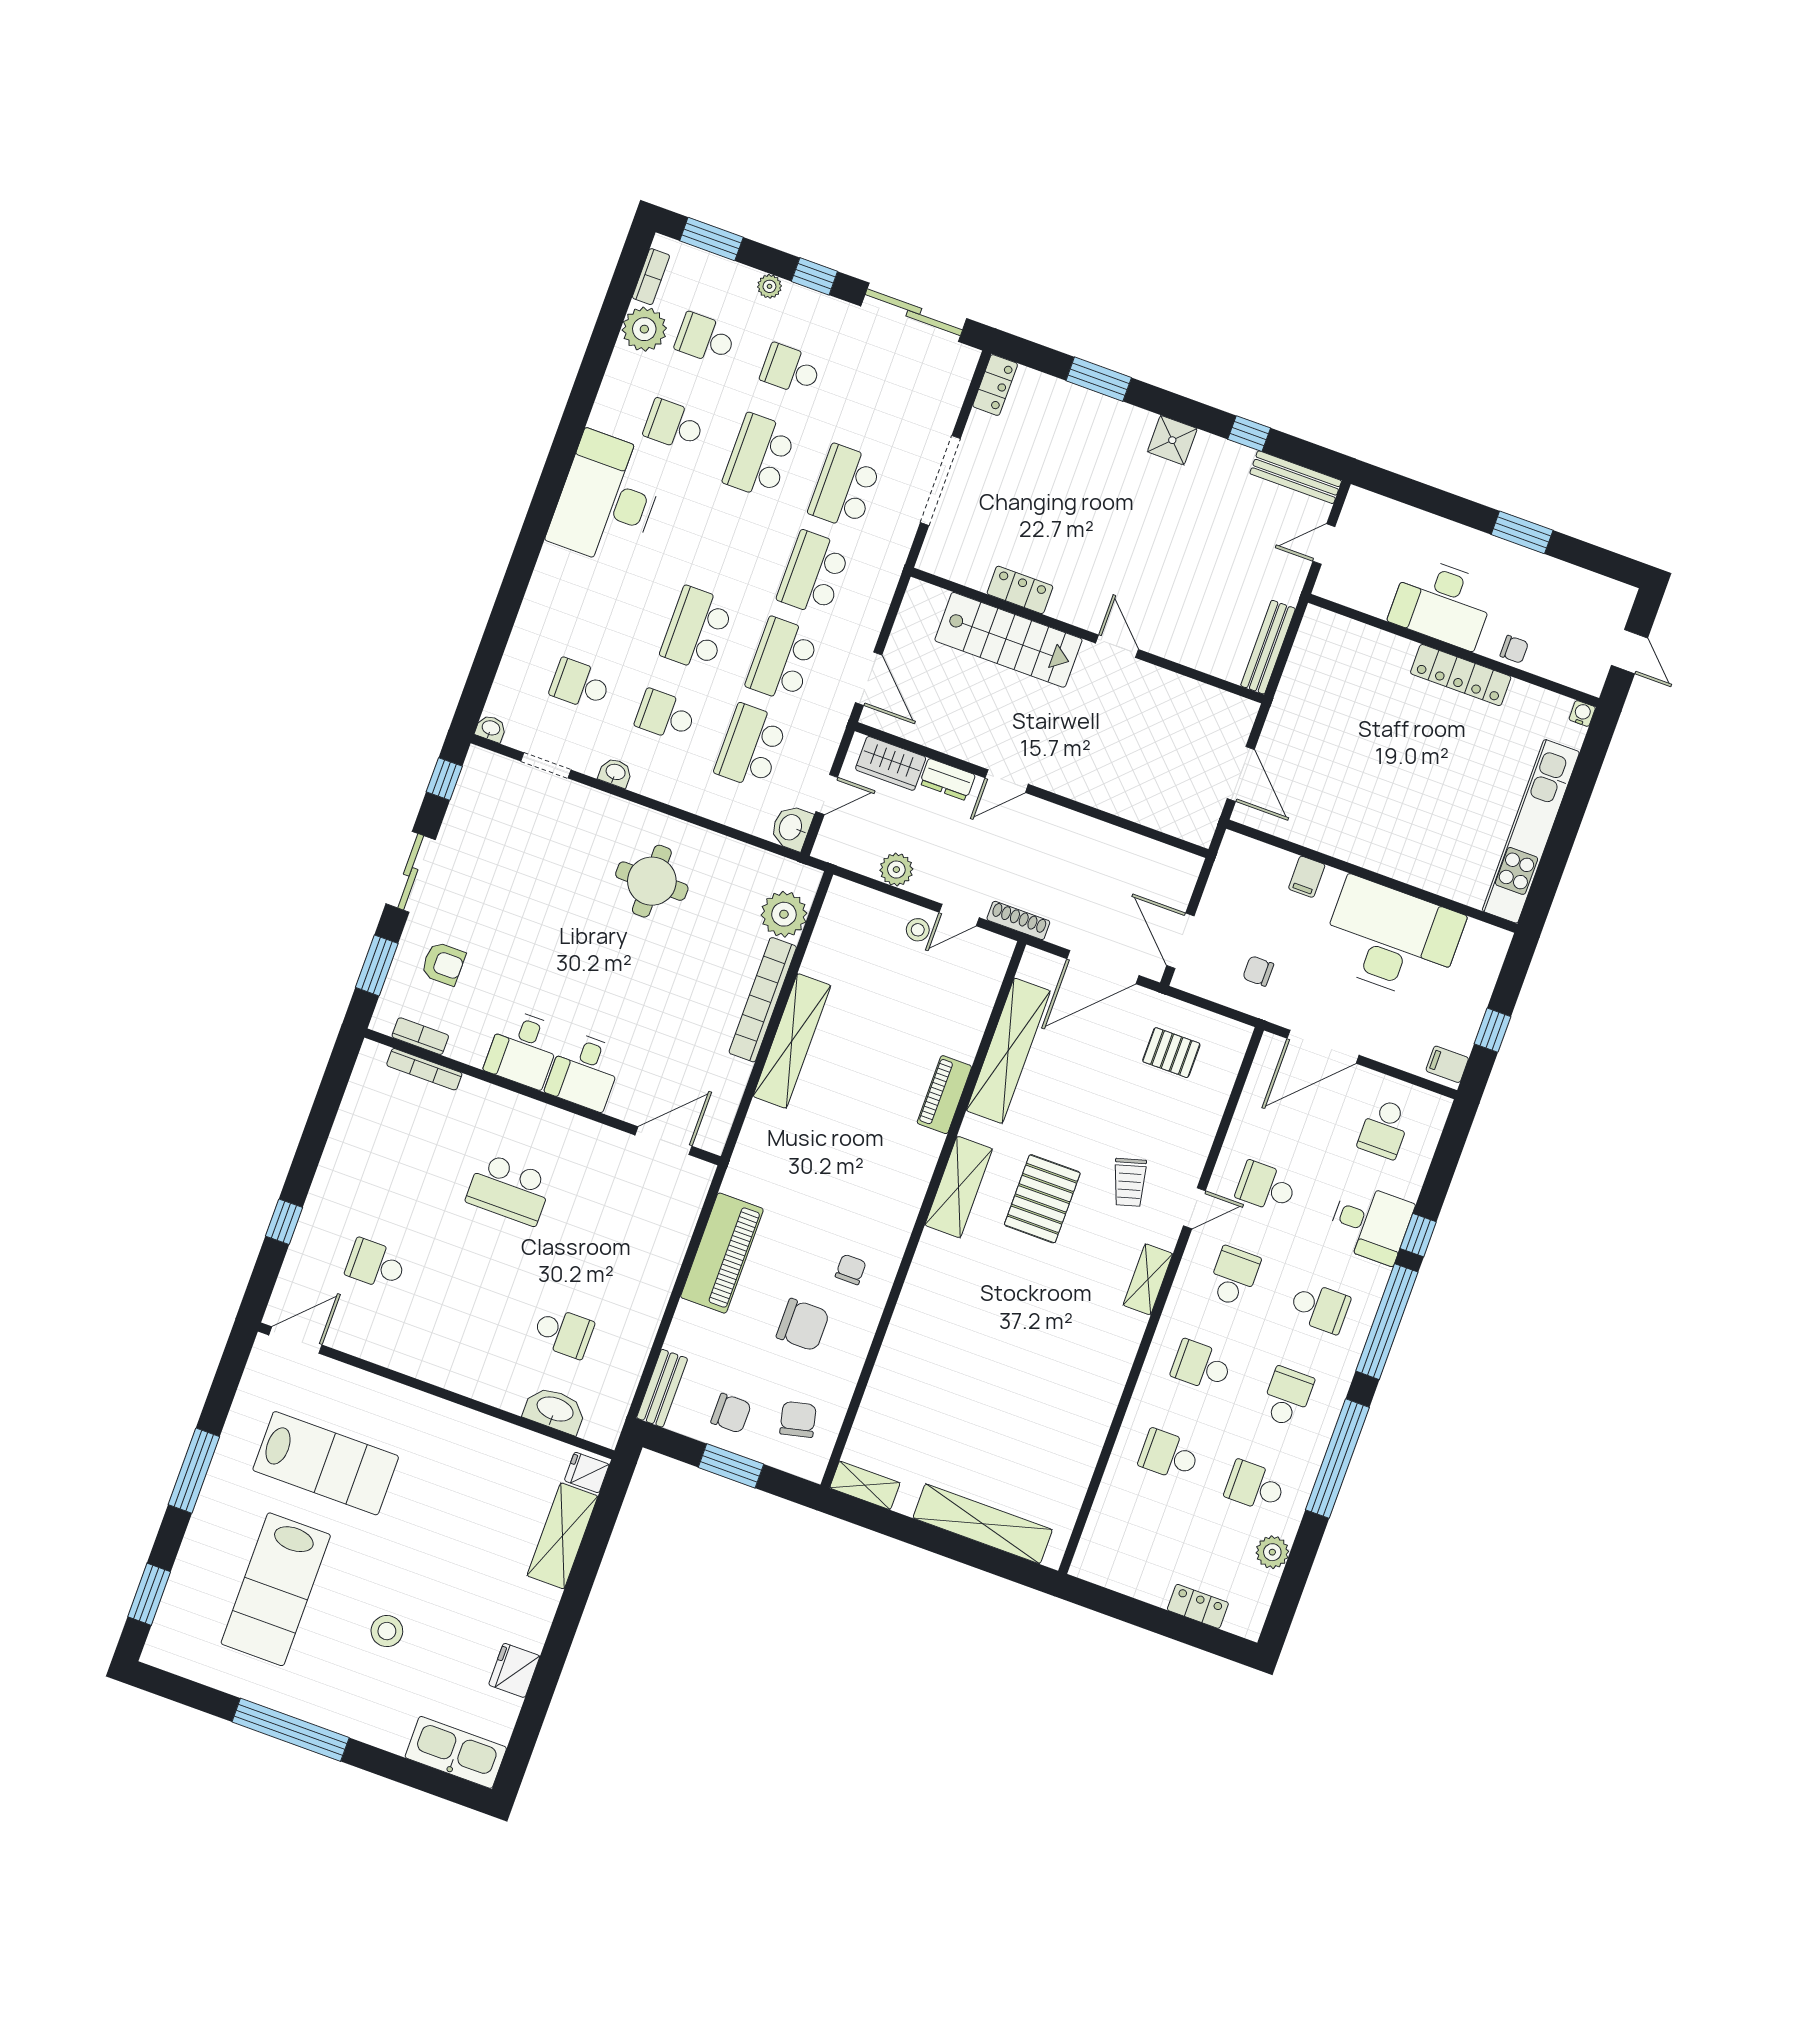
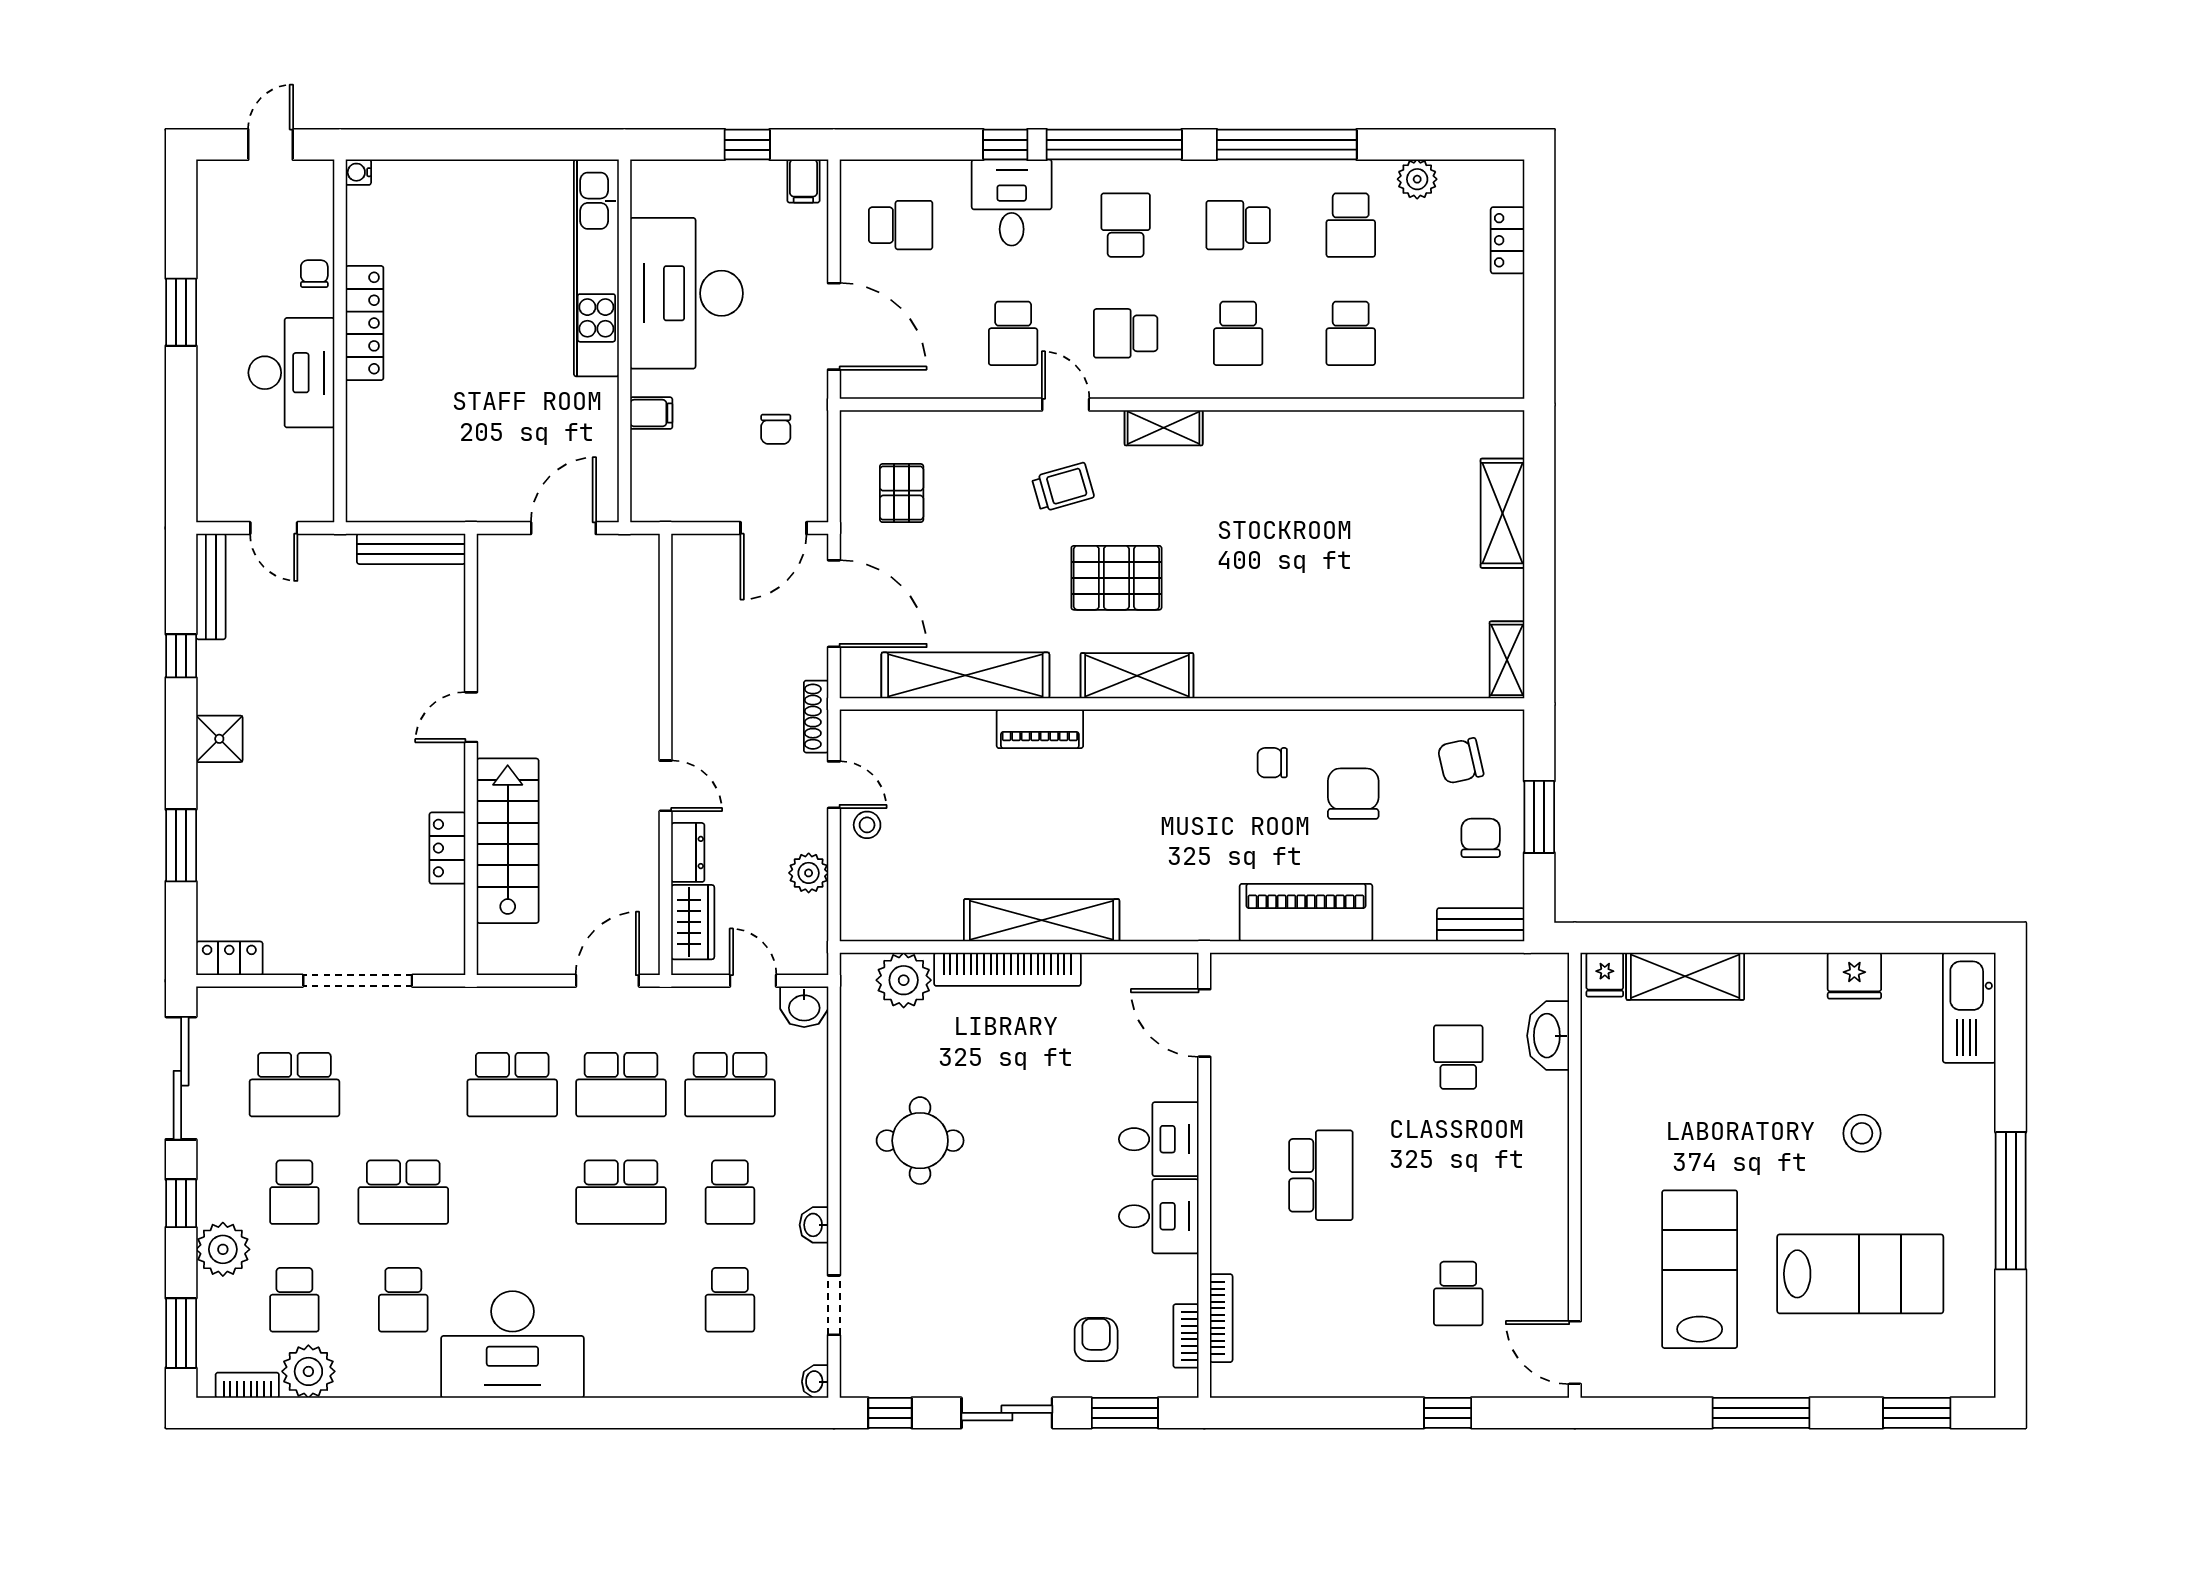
plant: (769, 286) -> (223, 1249), width x1.87, depth x1.87
school desk: (845, 487) -> (294, 1085), moved
kitchen unit: (1531, 831) -> (596, 268), moved, turned 90
shelving: (983, 1524) -> (1502, 513), width x0.68

